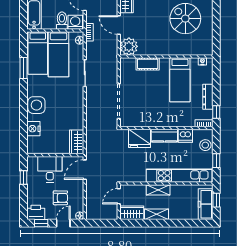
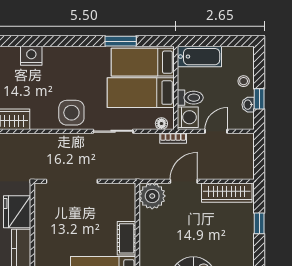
cot: (148, 64) -> (127, 238), moved
side table: (36, 105) -> (71, 113), moved

